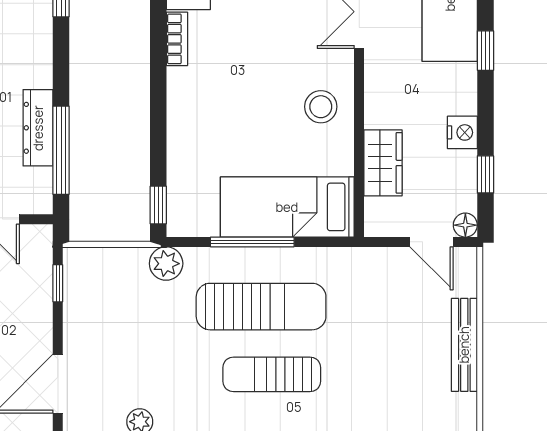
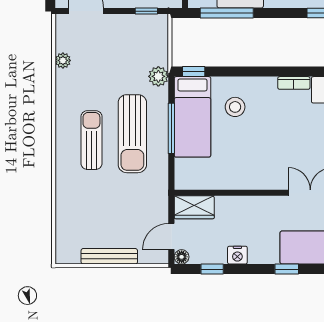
stool: (321, 107) -> (235, 107), moved
wardrobe: (383, 163) -> (194, 207), moved
bed: (287, 207) -> (192, 117), moved, turned 180

